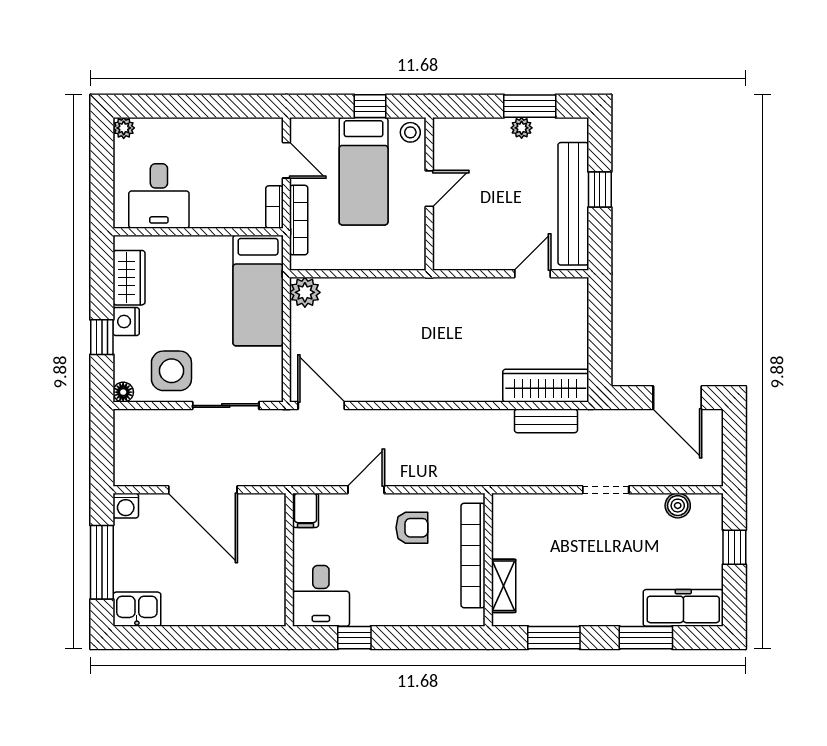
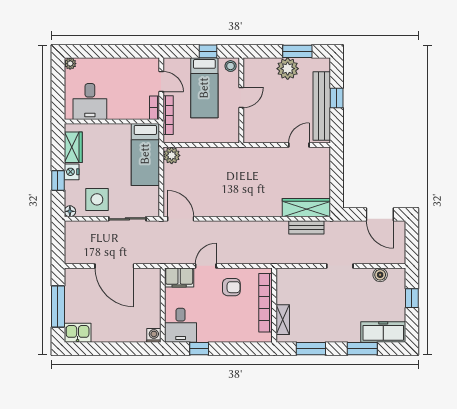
plant: (522, 128) -> (288, 69), width x1.87, depth x1.87
washing machine: (126, 506) -> (154, 335), moved, turned 180
filing cabinet: (306, 510) -> (179, 277), width x2.00

